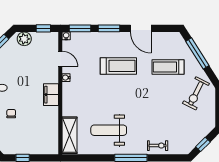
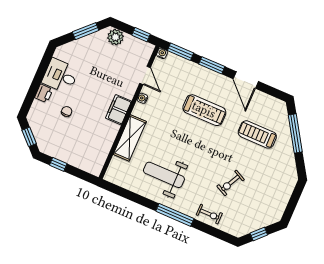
exercise bike: (196, 93) -> (231, 183), moved, width x0.73, depth x0.72
shelving: (69, 135) -> (130, 138), moved

